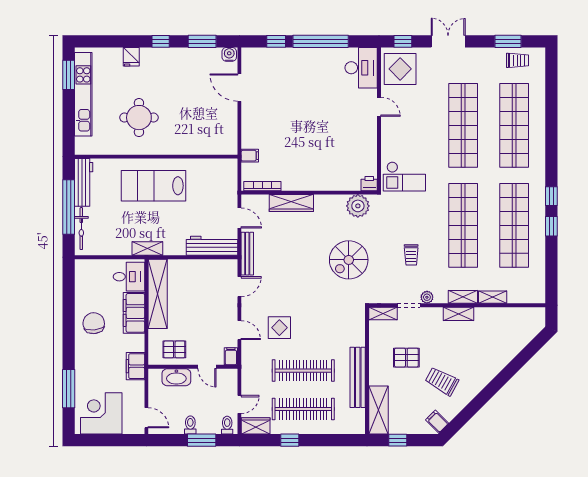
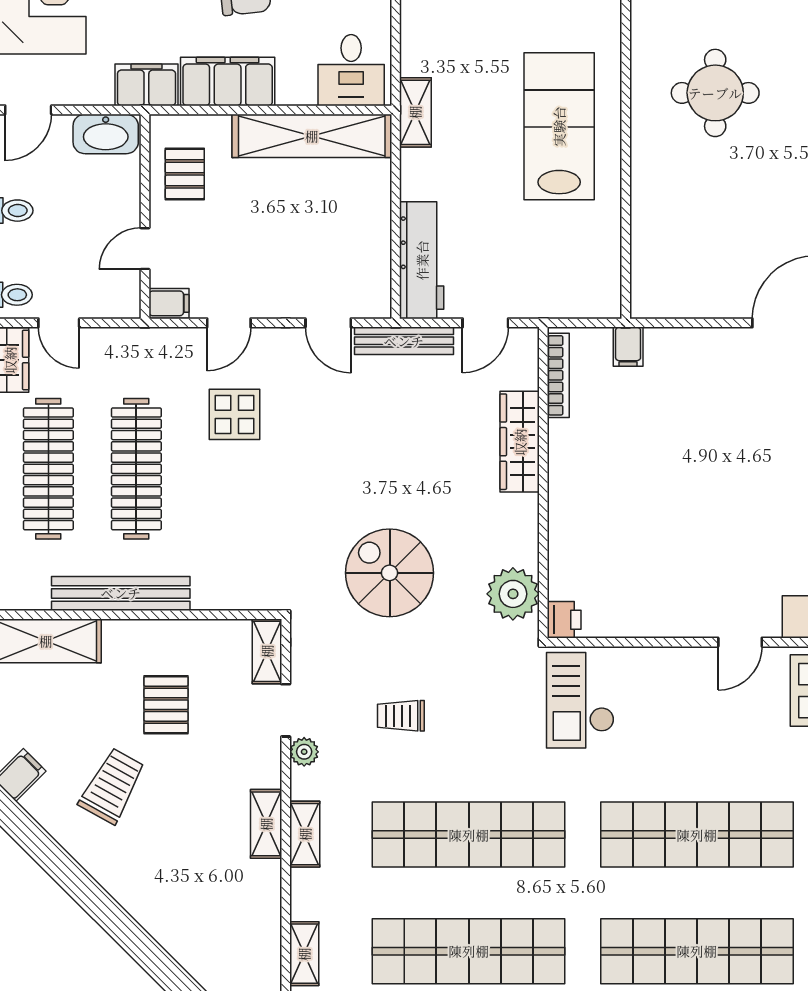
shelving: (493, 297) -> (304, 954), moved
filing cabinet: (134, 313) -> (228, 81), moved
washbasin: (176, 377) -> (106, 134), moved, turned -90

